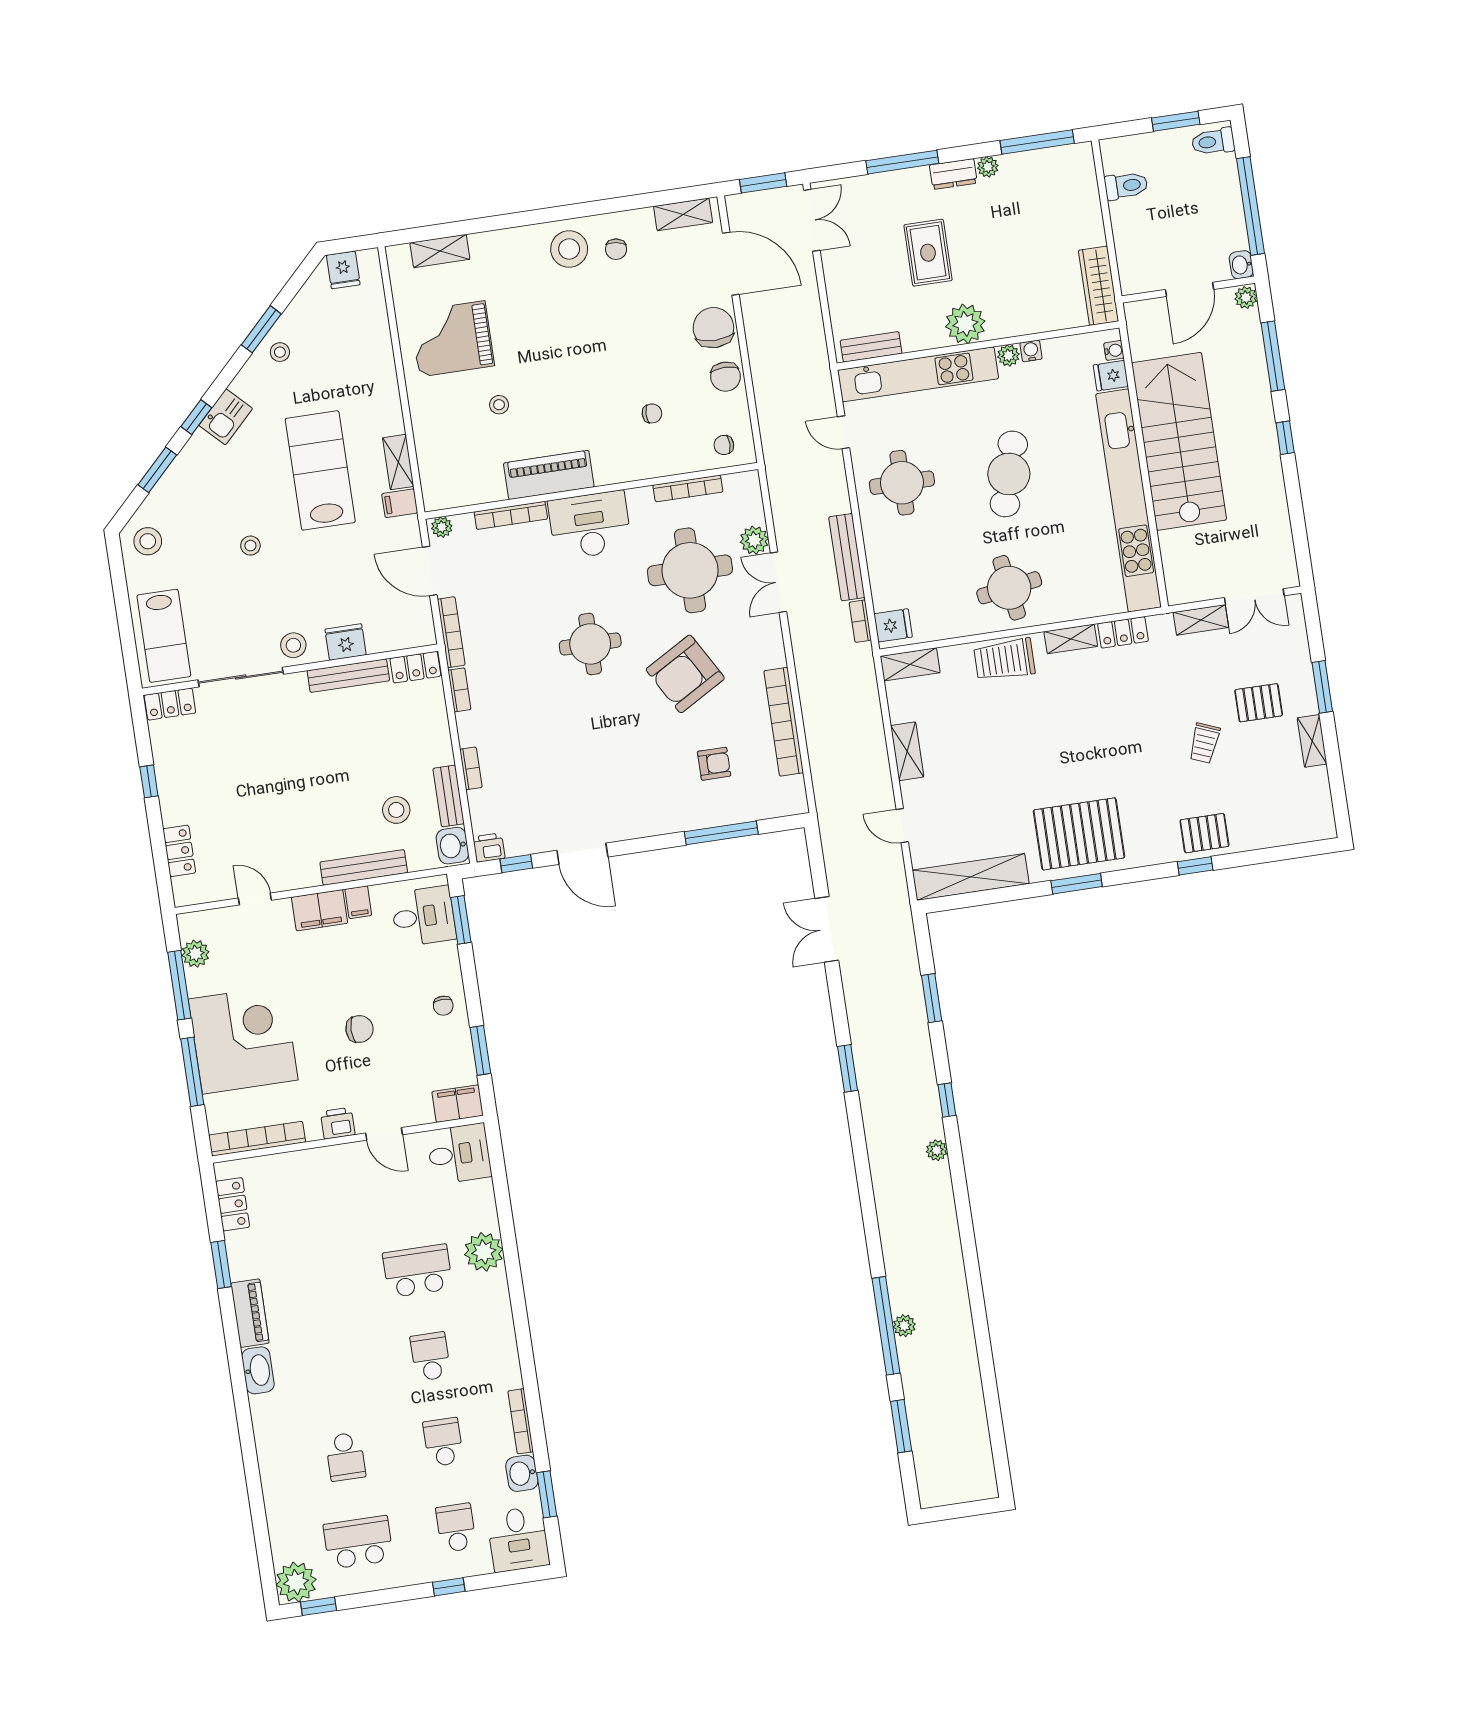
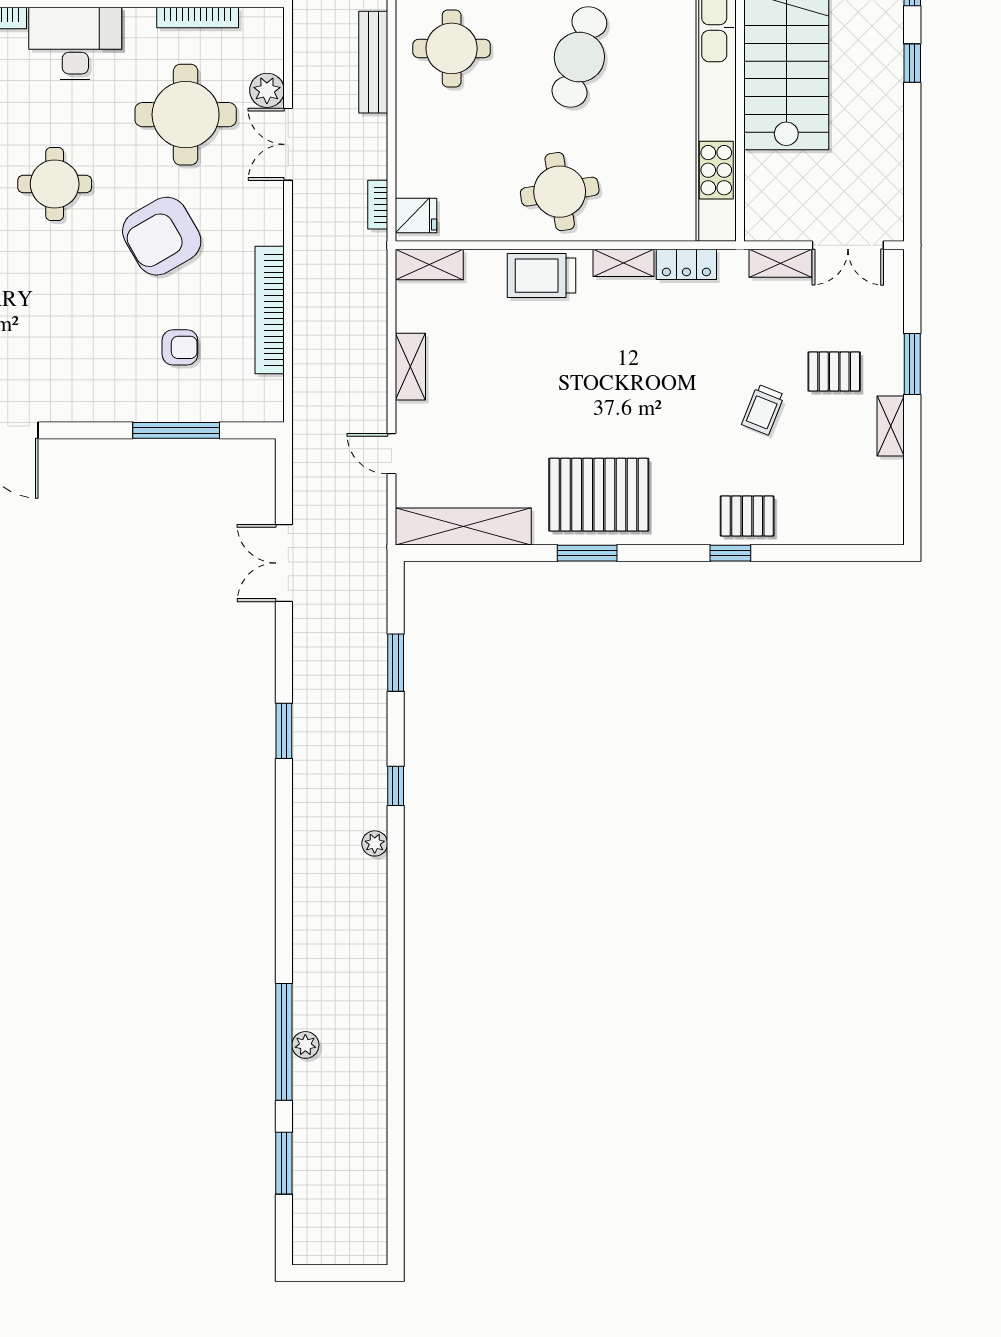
bench: (847, 557) -> (373, 62), moved

